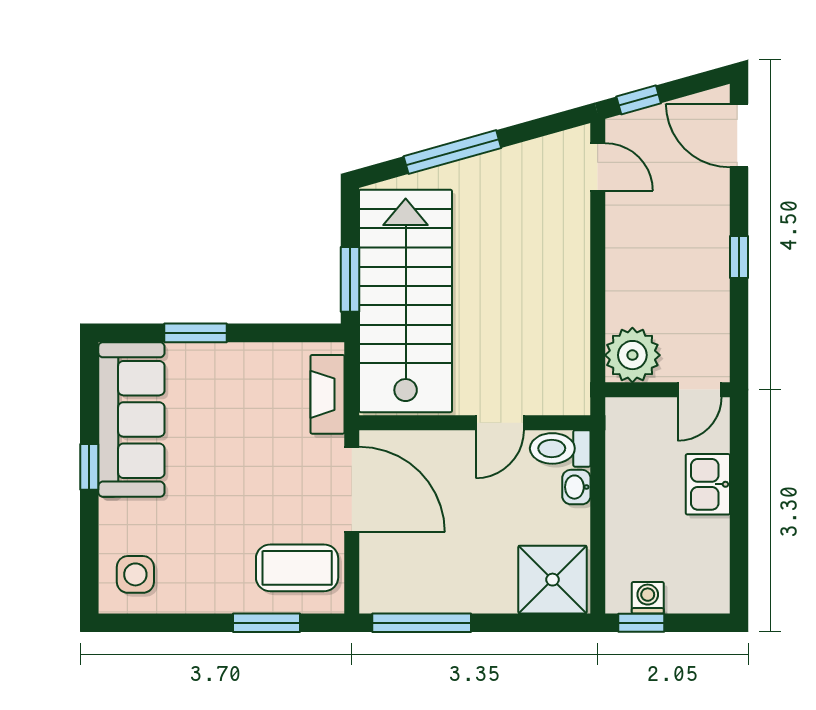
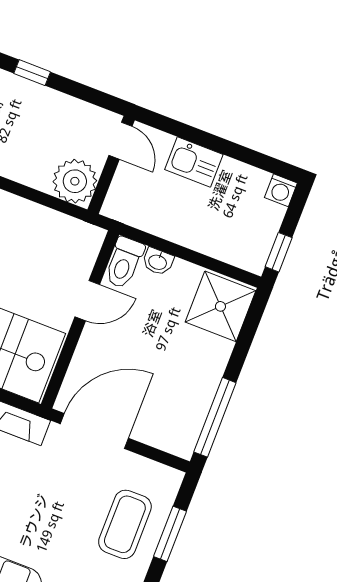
door: (500, 423) -> (87, 301), hinge flipped
coffee table: (297, 568) -> (125, 524), moved
washing machine: (648, 598) -> (281, 190), moved, turned -90

